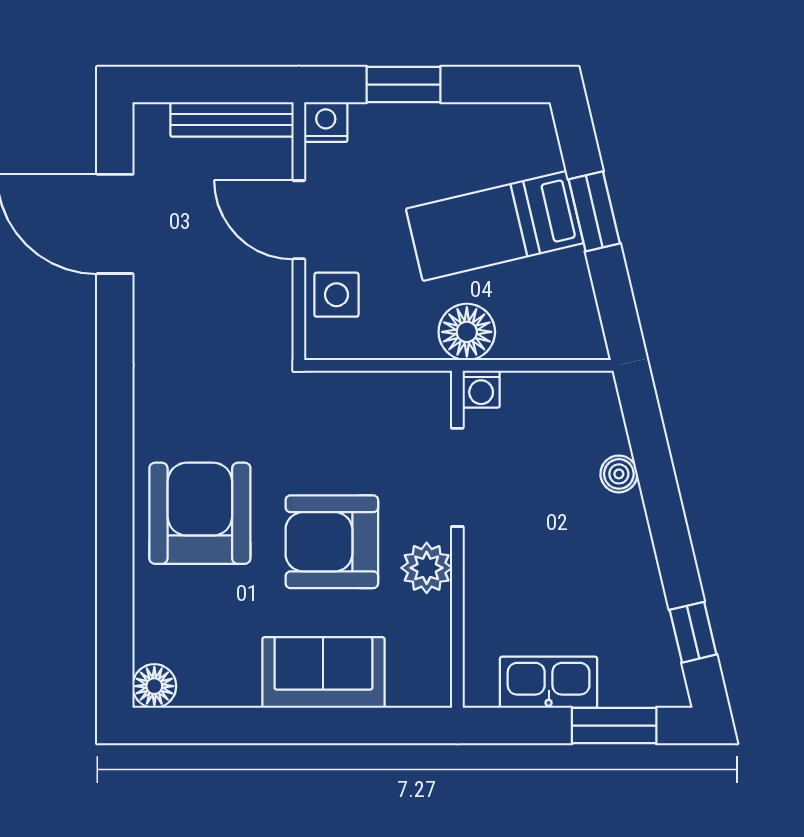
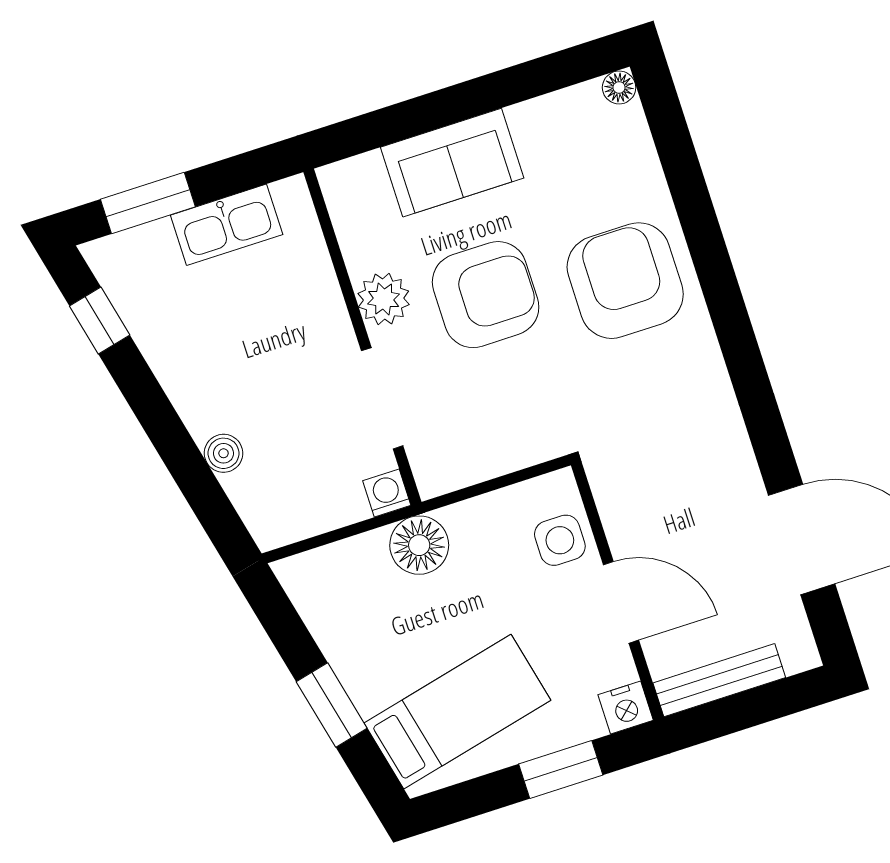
bed: (495, 226) -> (457, 712), moved
armchair: (200, 513) -> (625, 281), turned 180
floor lamp: (154, 686) -> (619, 87), width x0.73, depth x0.73

